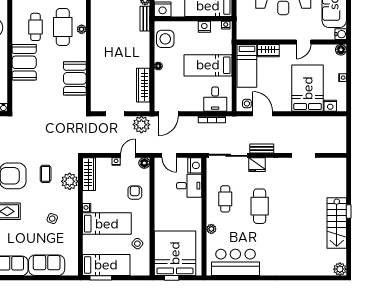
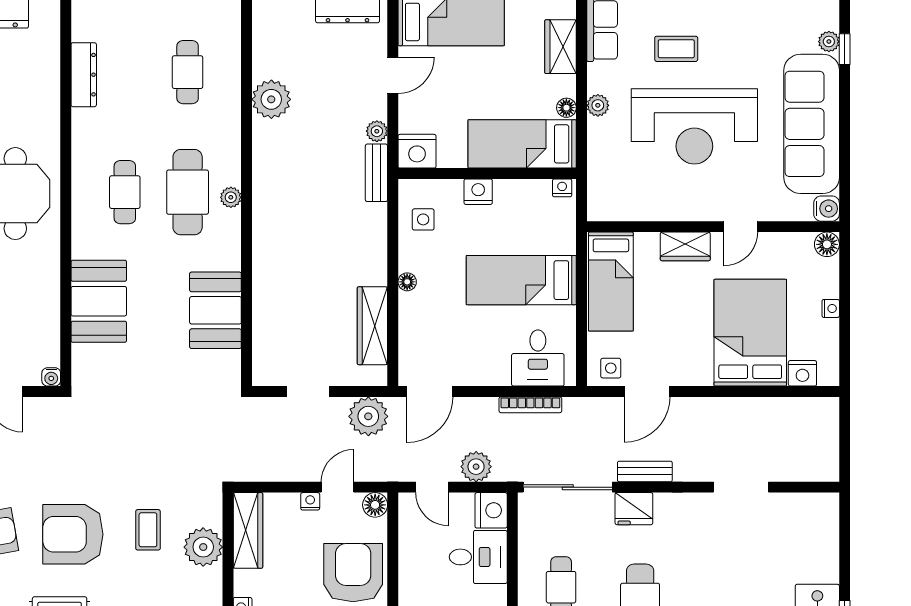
nightstand: (204, 27) -> (478, 192), moved
side table: (165, 39) -> (423, 219), width x0.54, depth x0.54
wardrobe: (268, 51) -> (685, 246), moved
booth: (24, 62) -> (99, 301), moved
door: (263, 114) -> (647, 391), swing flipped
plant: (188, 146) -> (476, 467), added
armchair: (135, 193) -> (353, 573), width x1.88, depth x1.88

